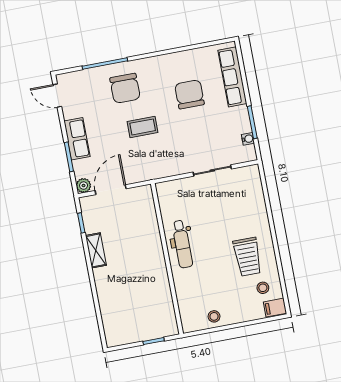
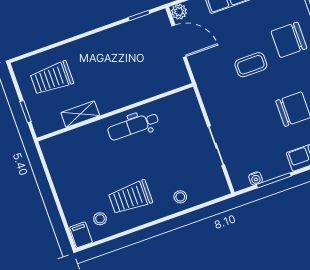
coffee table: (143, 127) -> (251, 65), turned 90
shelving: (96, 250) -> (80, 114), moved
trolley: (126, 312) -> (52, 78), added
stool: (214, 316) -> (180, 197), moved

